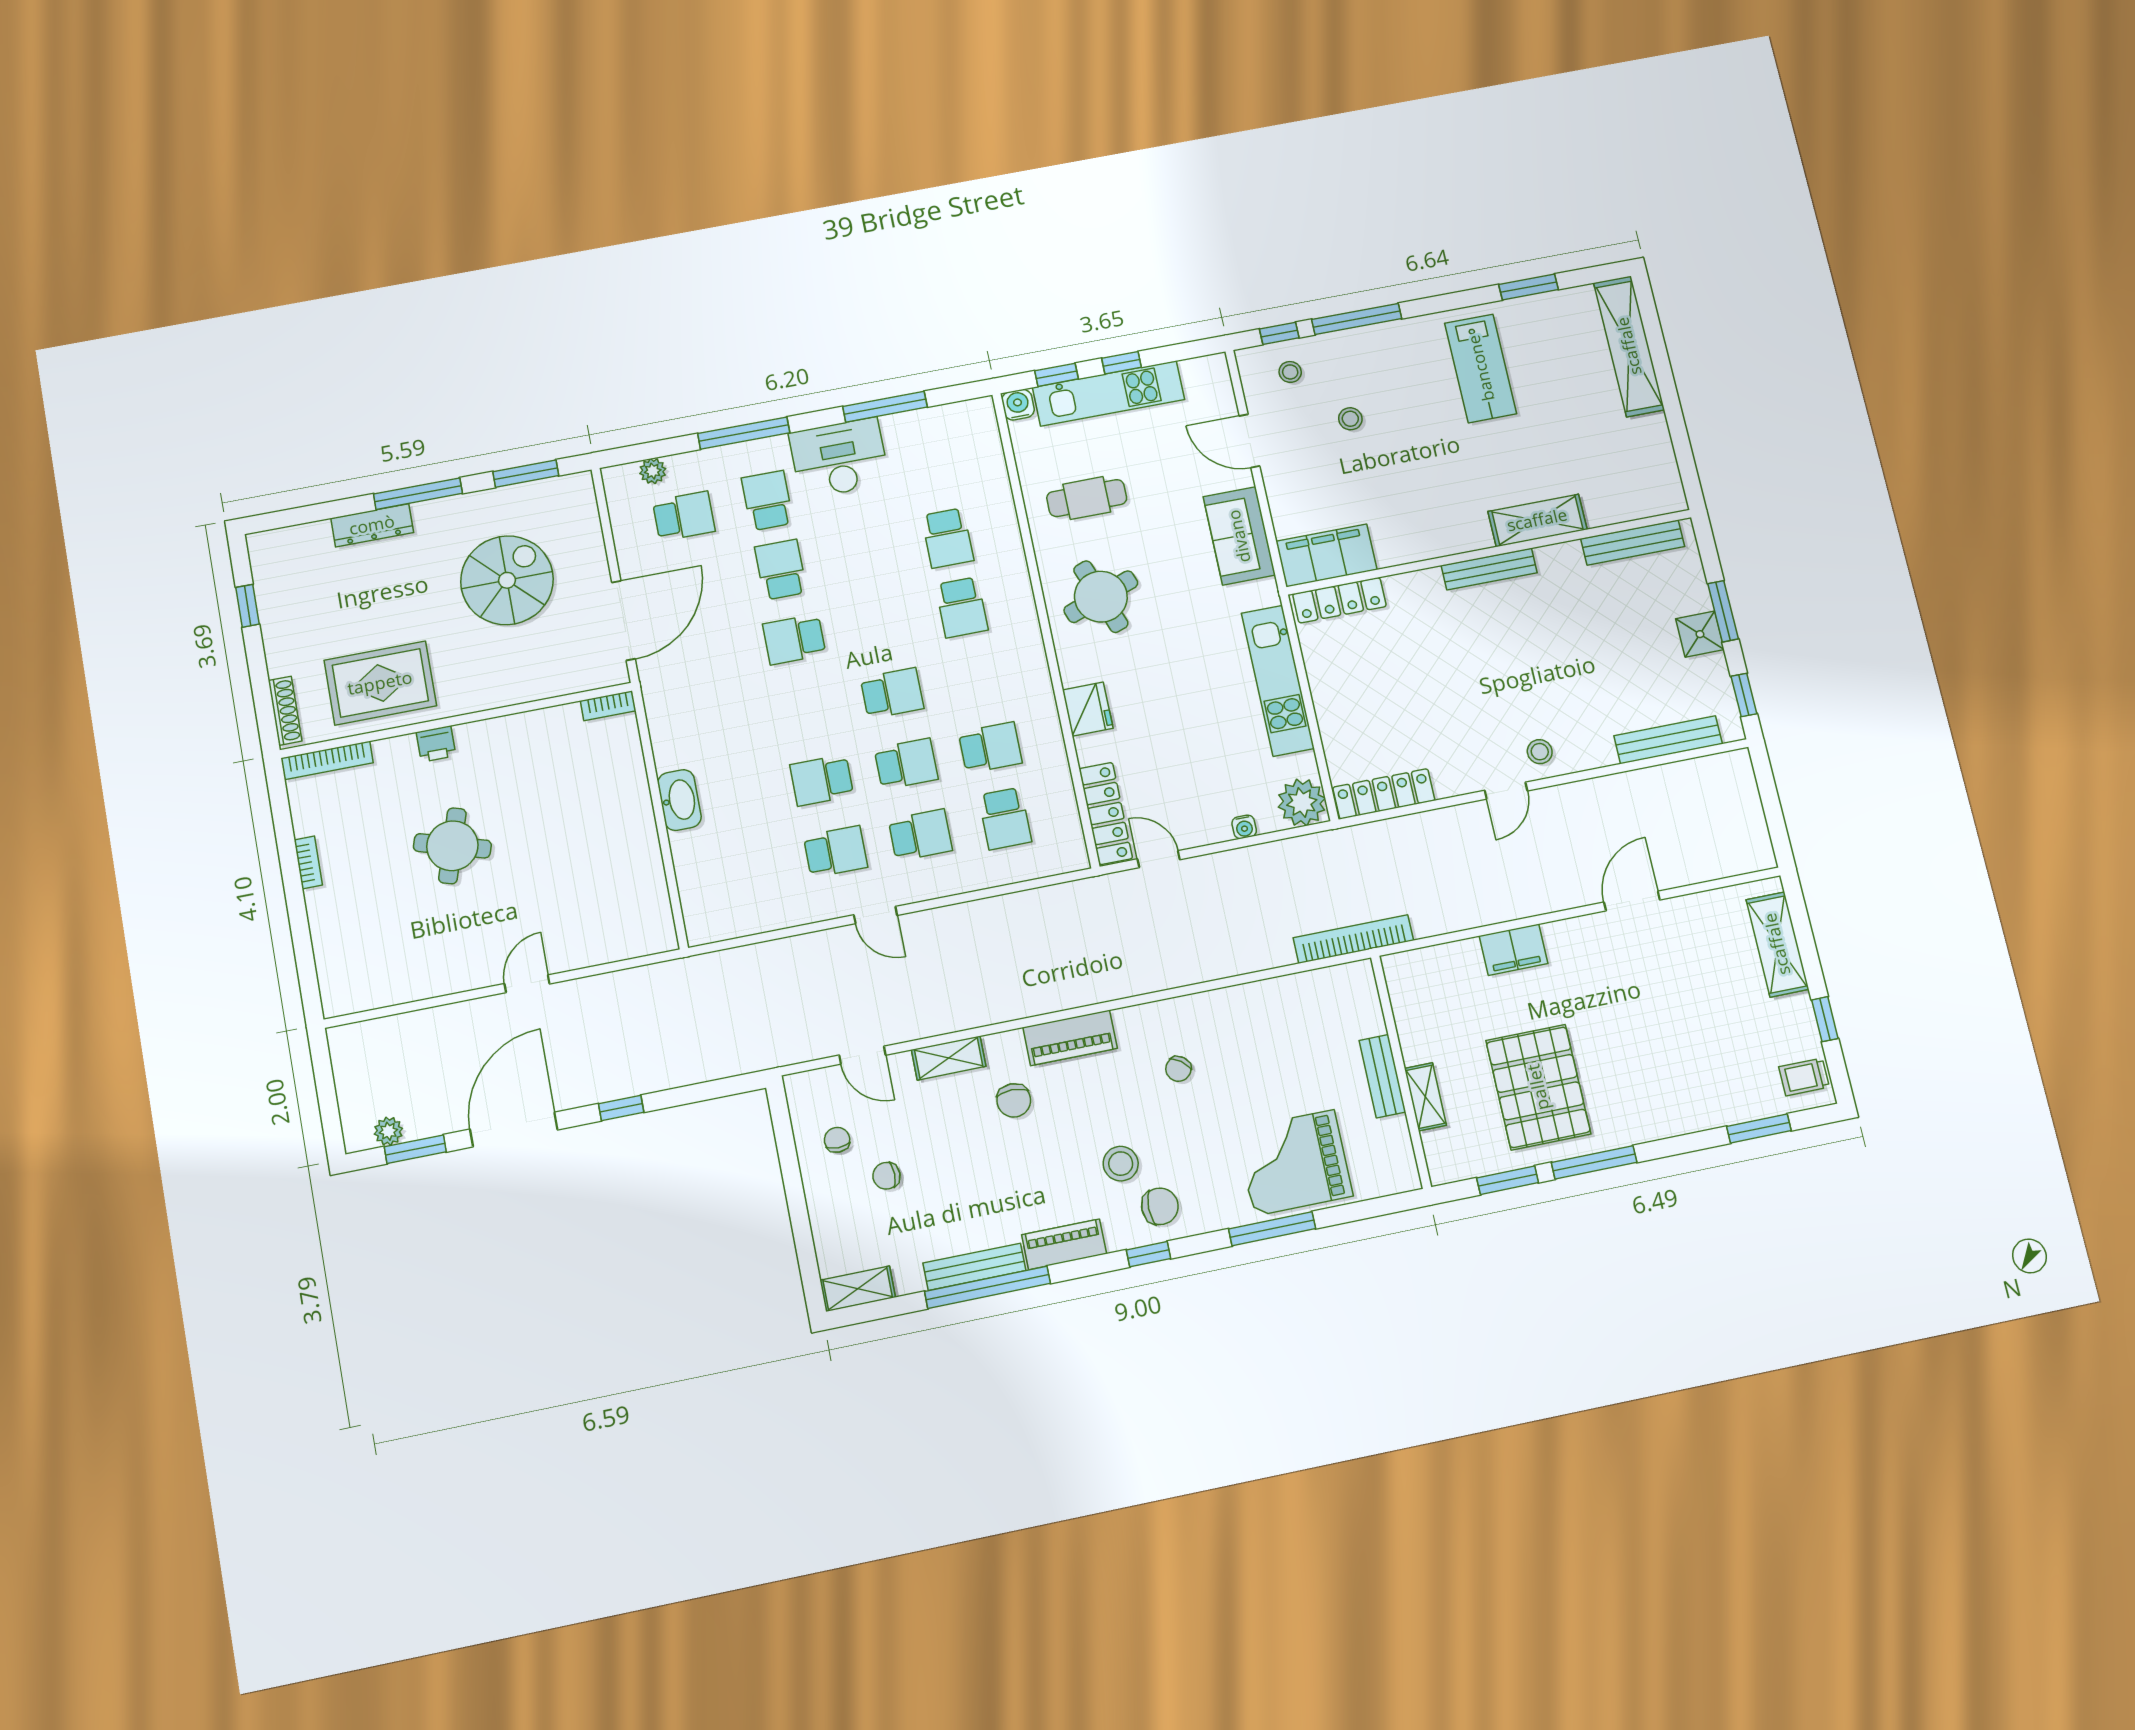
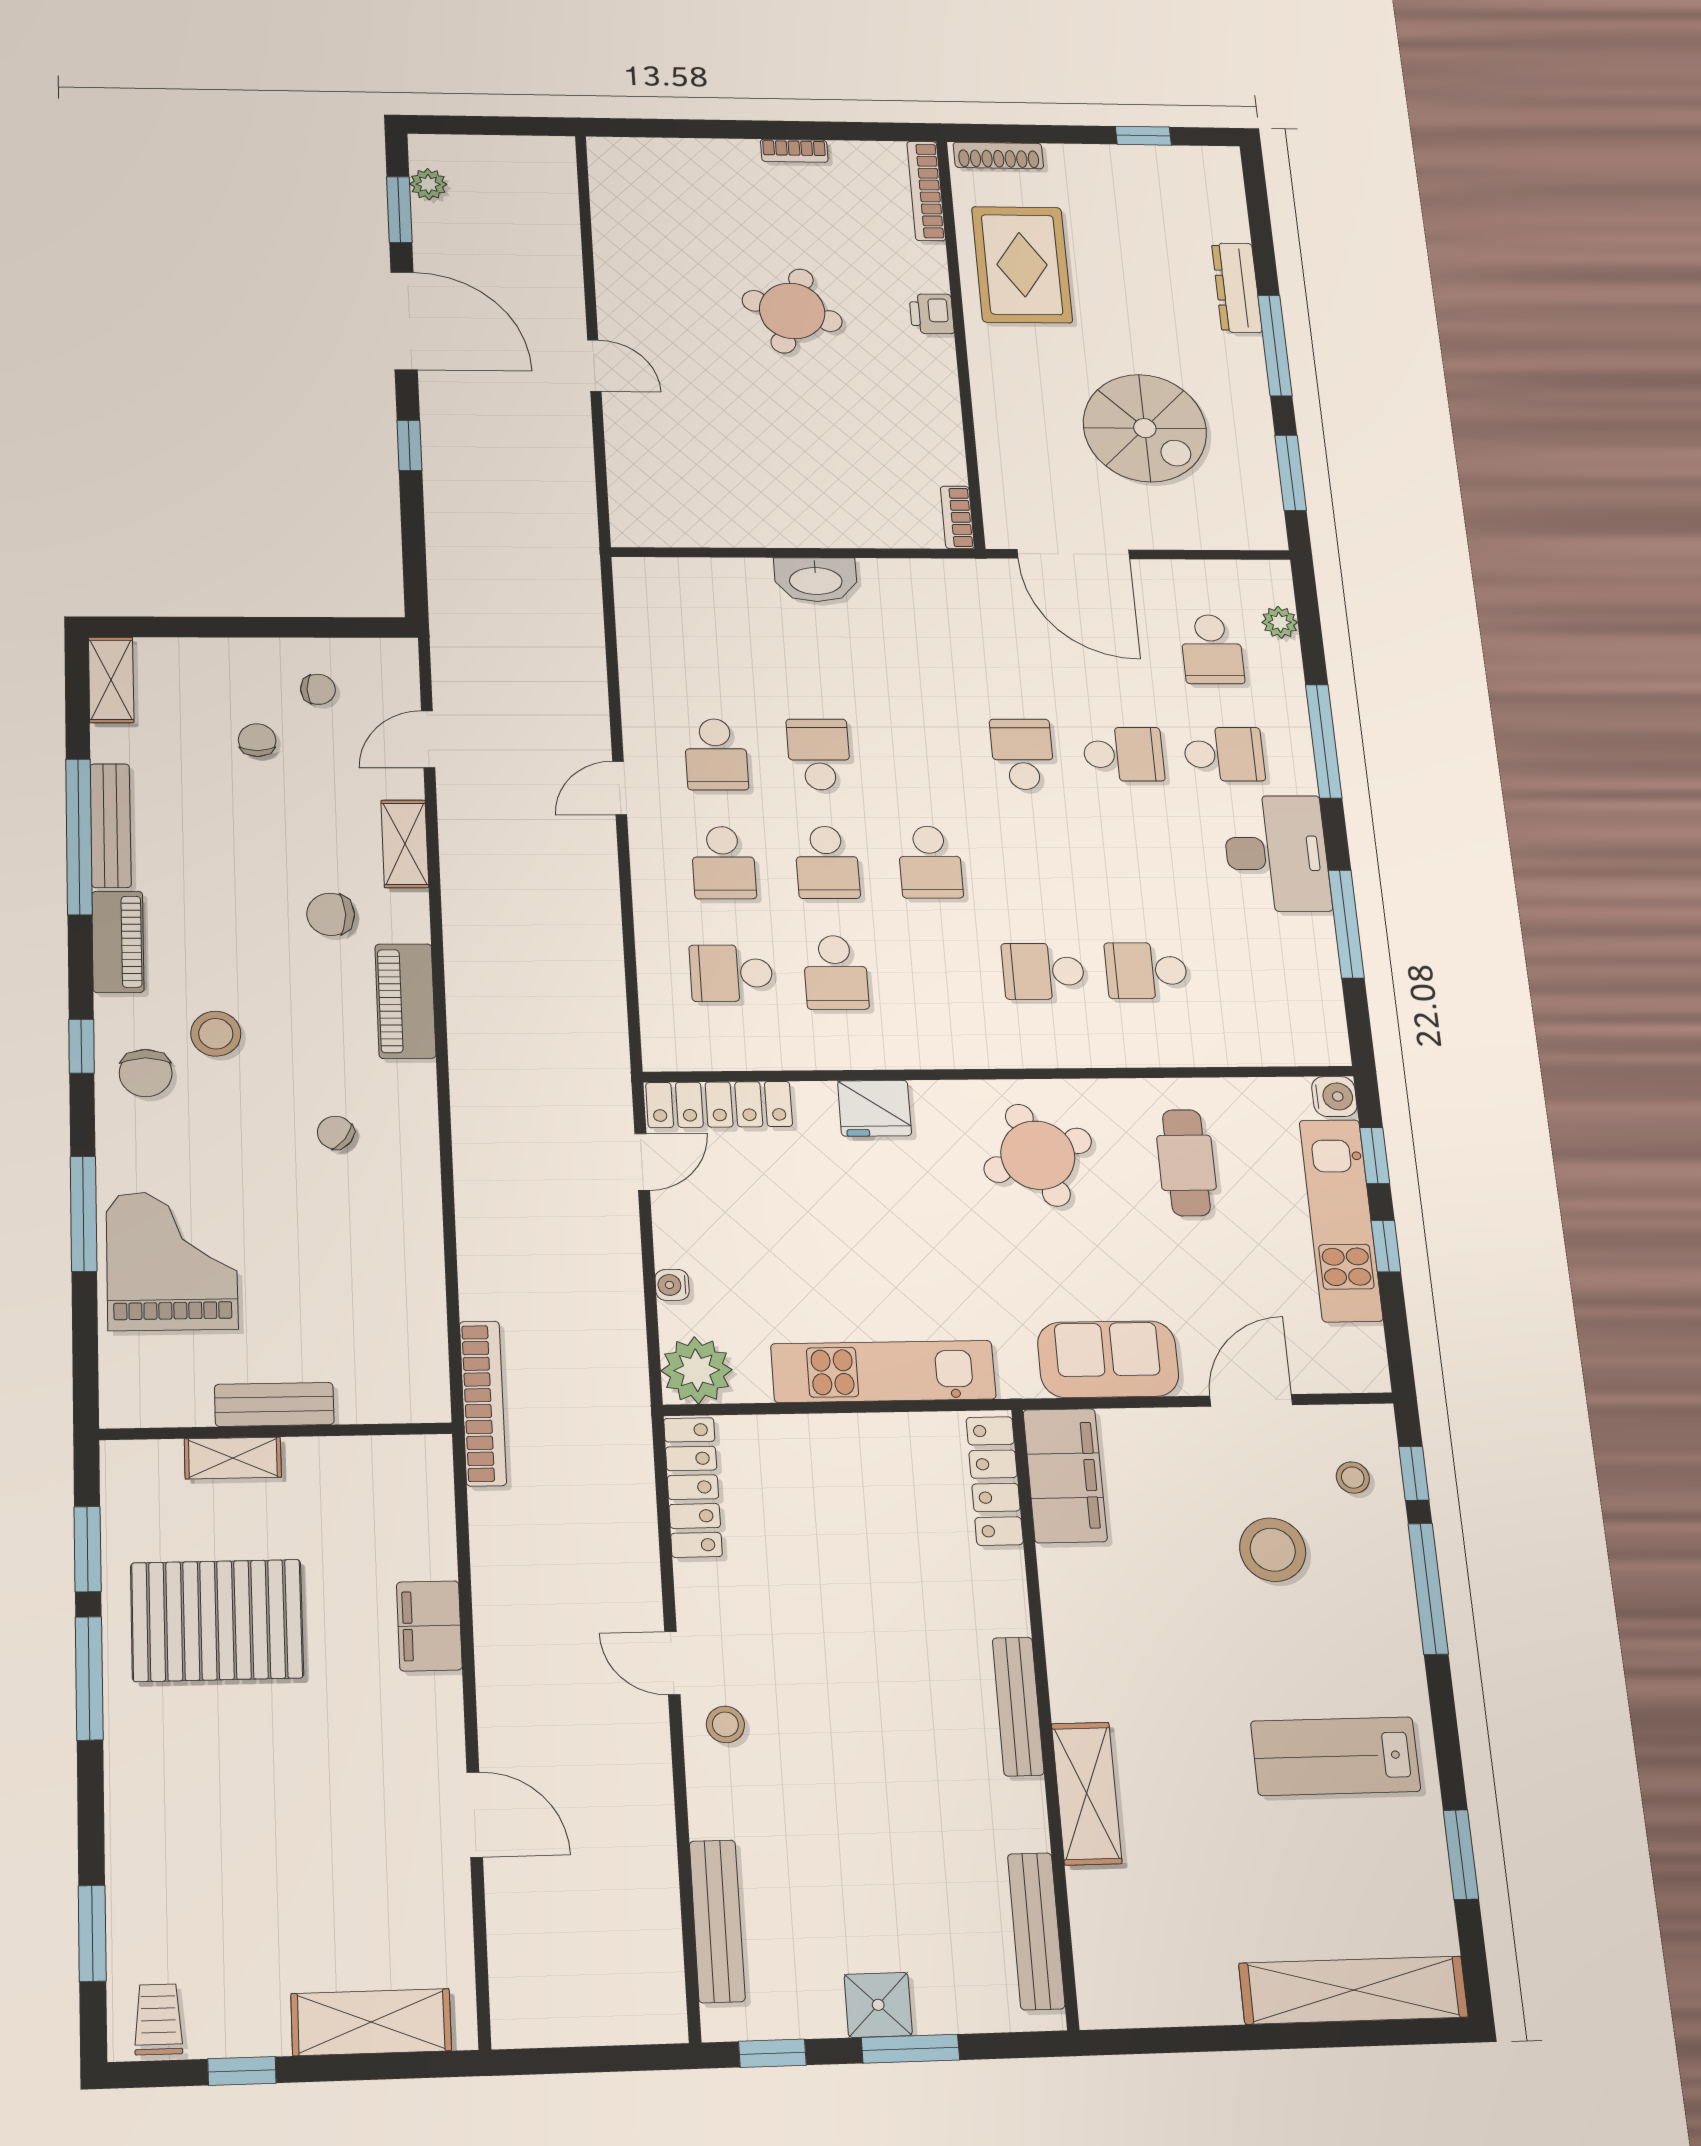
stool: (1350, 419) -> (1273, 1550), width x1.89, depth x1.89

